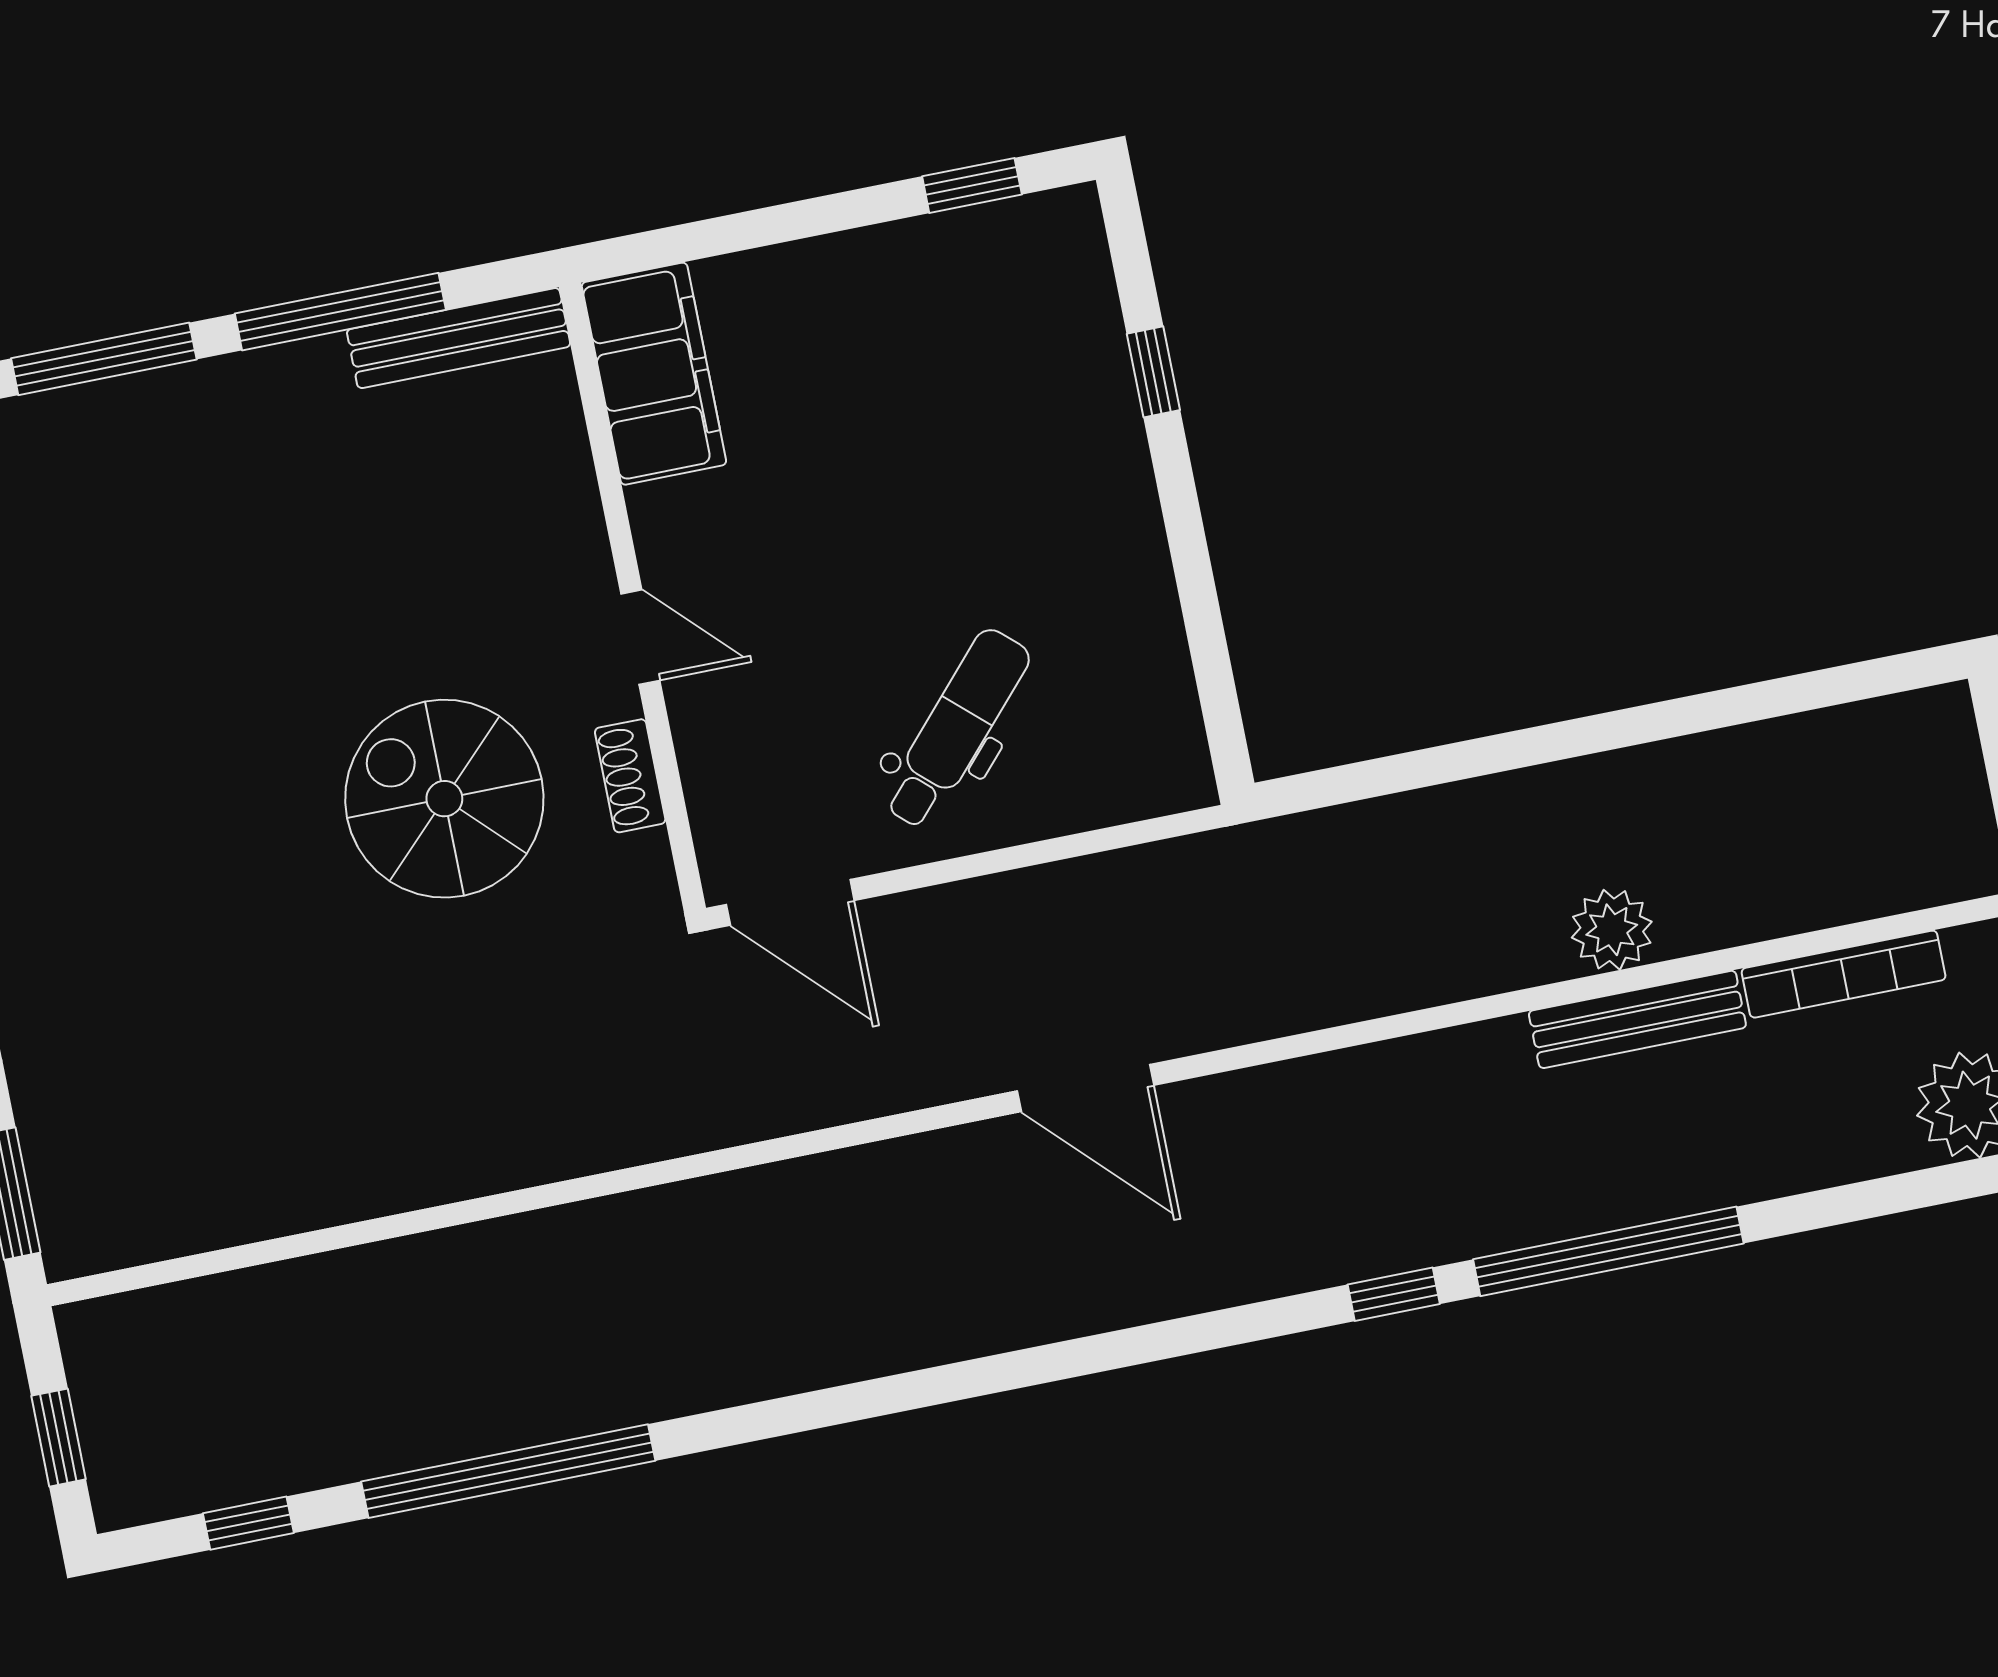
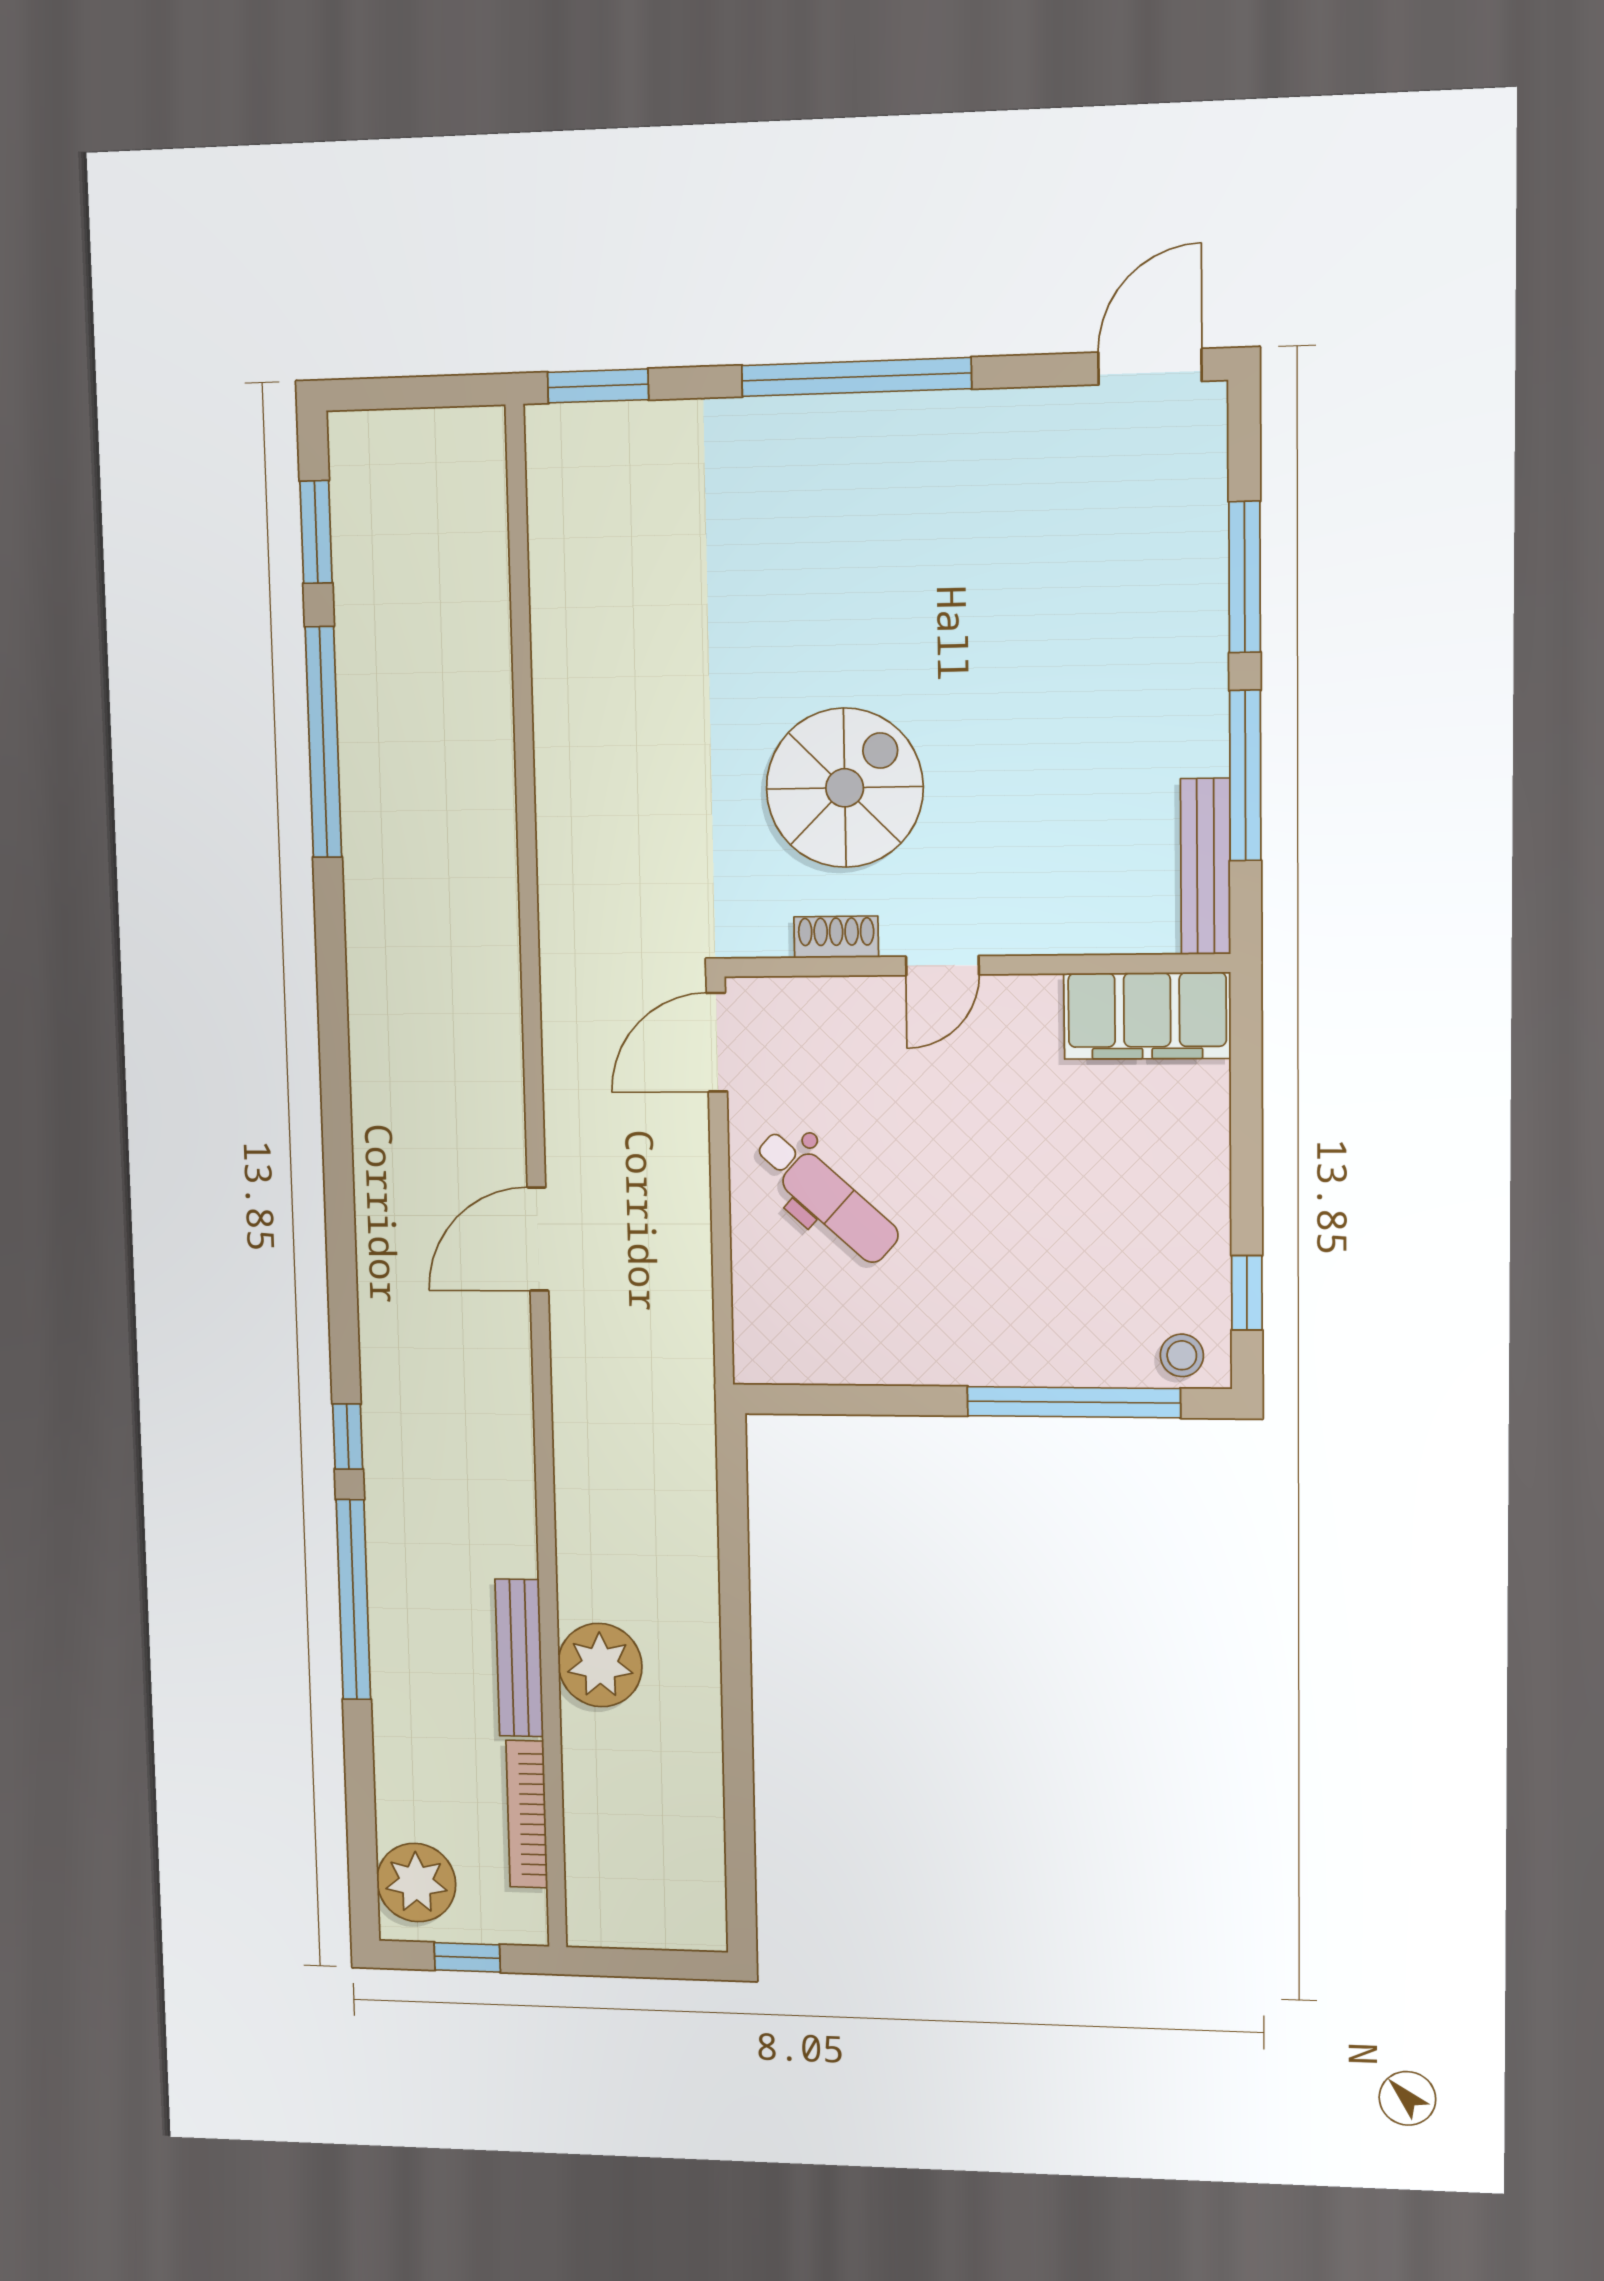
stool: (1067, 250) -> (1182, 1355), added
window: (1153, 372) -> (1074, 1402), width x3.17
plant: (1612, 930) -> (600, 1665), width x1.36, depth x1.36
window: (58, 1438) -> (404, 393), removed
window: (248, 1523) -> (316, 532), width x1.50

